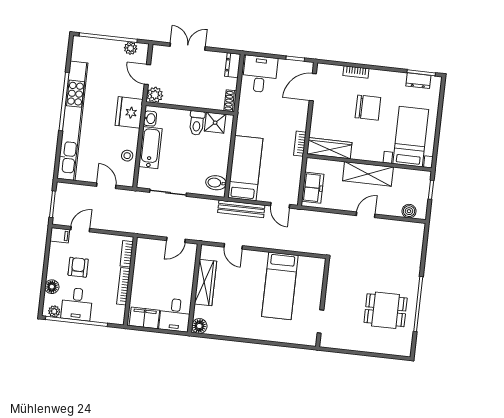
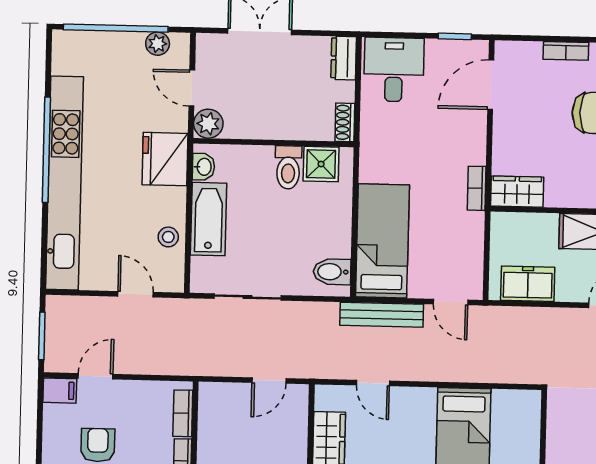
wardrobe: (329, 148) -> (517, 192), width x0.67
freezer: (313, 188) -> (528, 284), moved, turned -90

